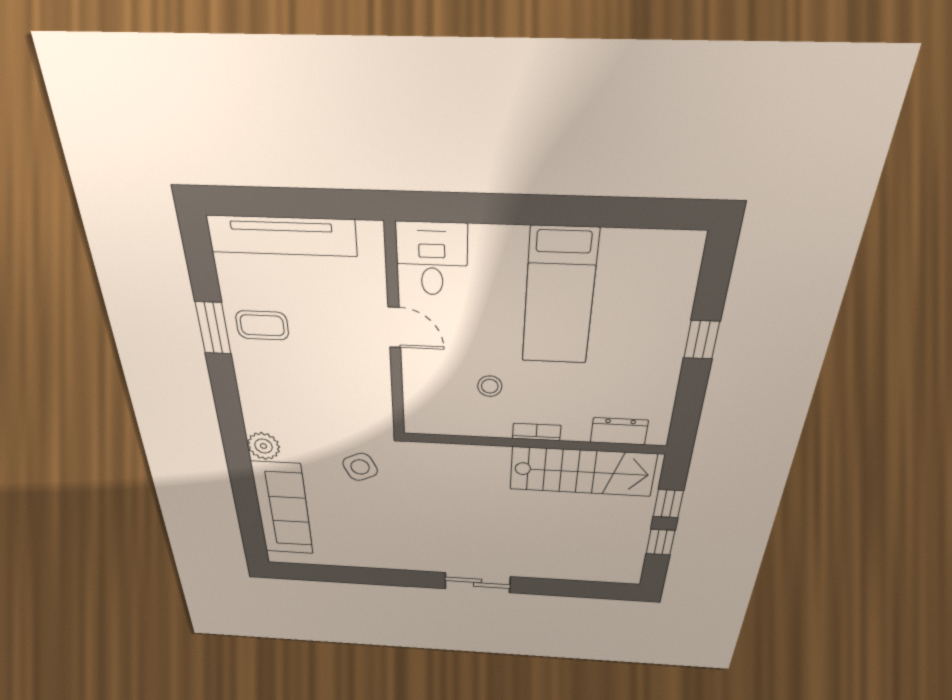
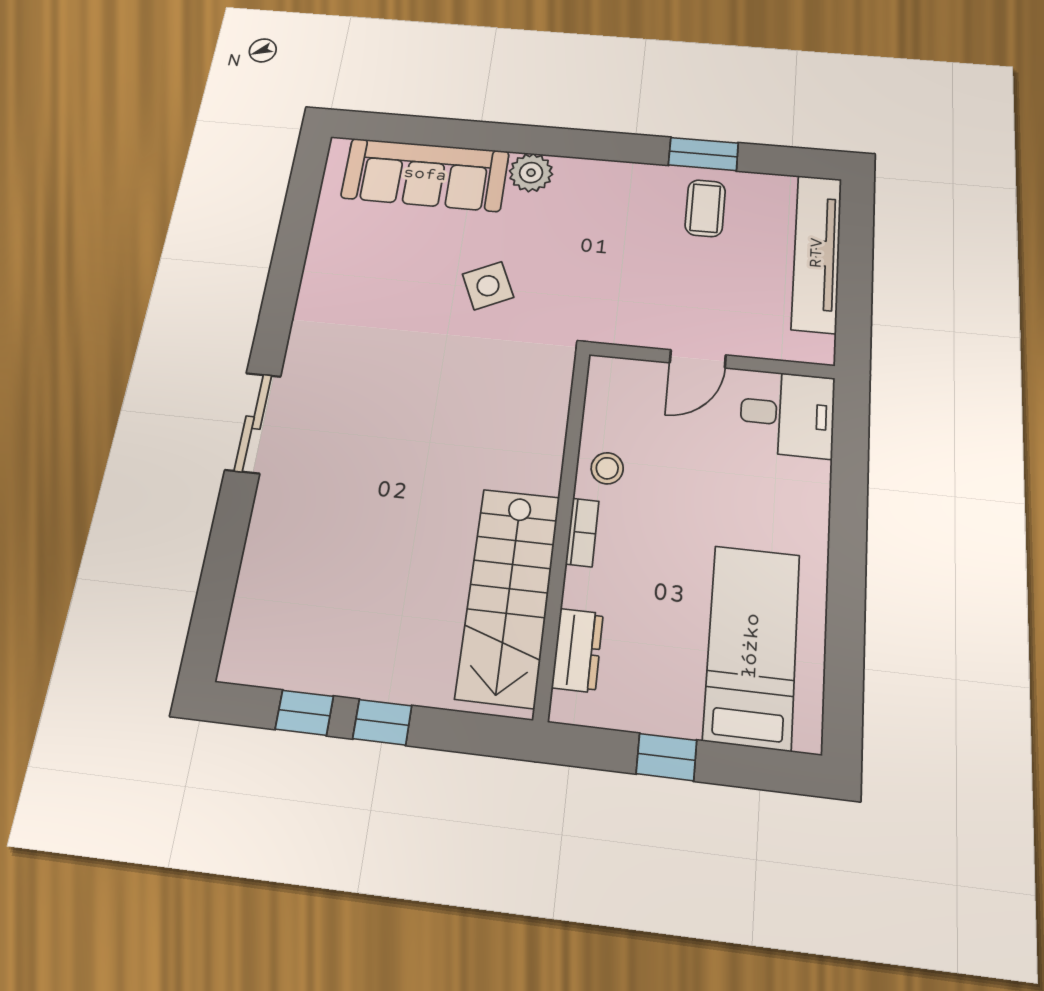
bed: (559, 297) -> (752, 646), moved, turned 90
dresser: (619, 431) -> (578, 650), moved
bookcase: (537, 432) -> (582, 532), moved
wall: (534, 444) -> (563, 527), moved
stairs: (582, 472) -> (508, 596), moved

